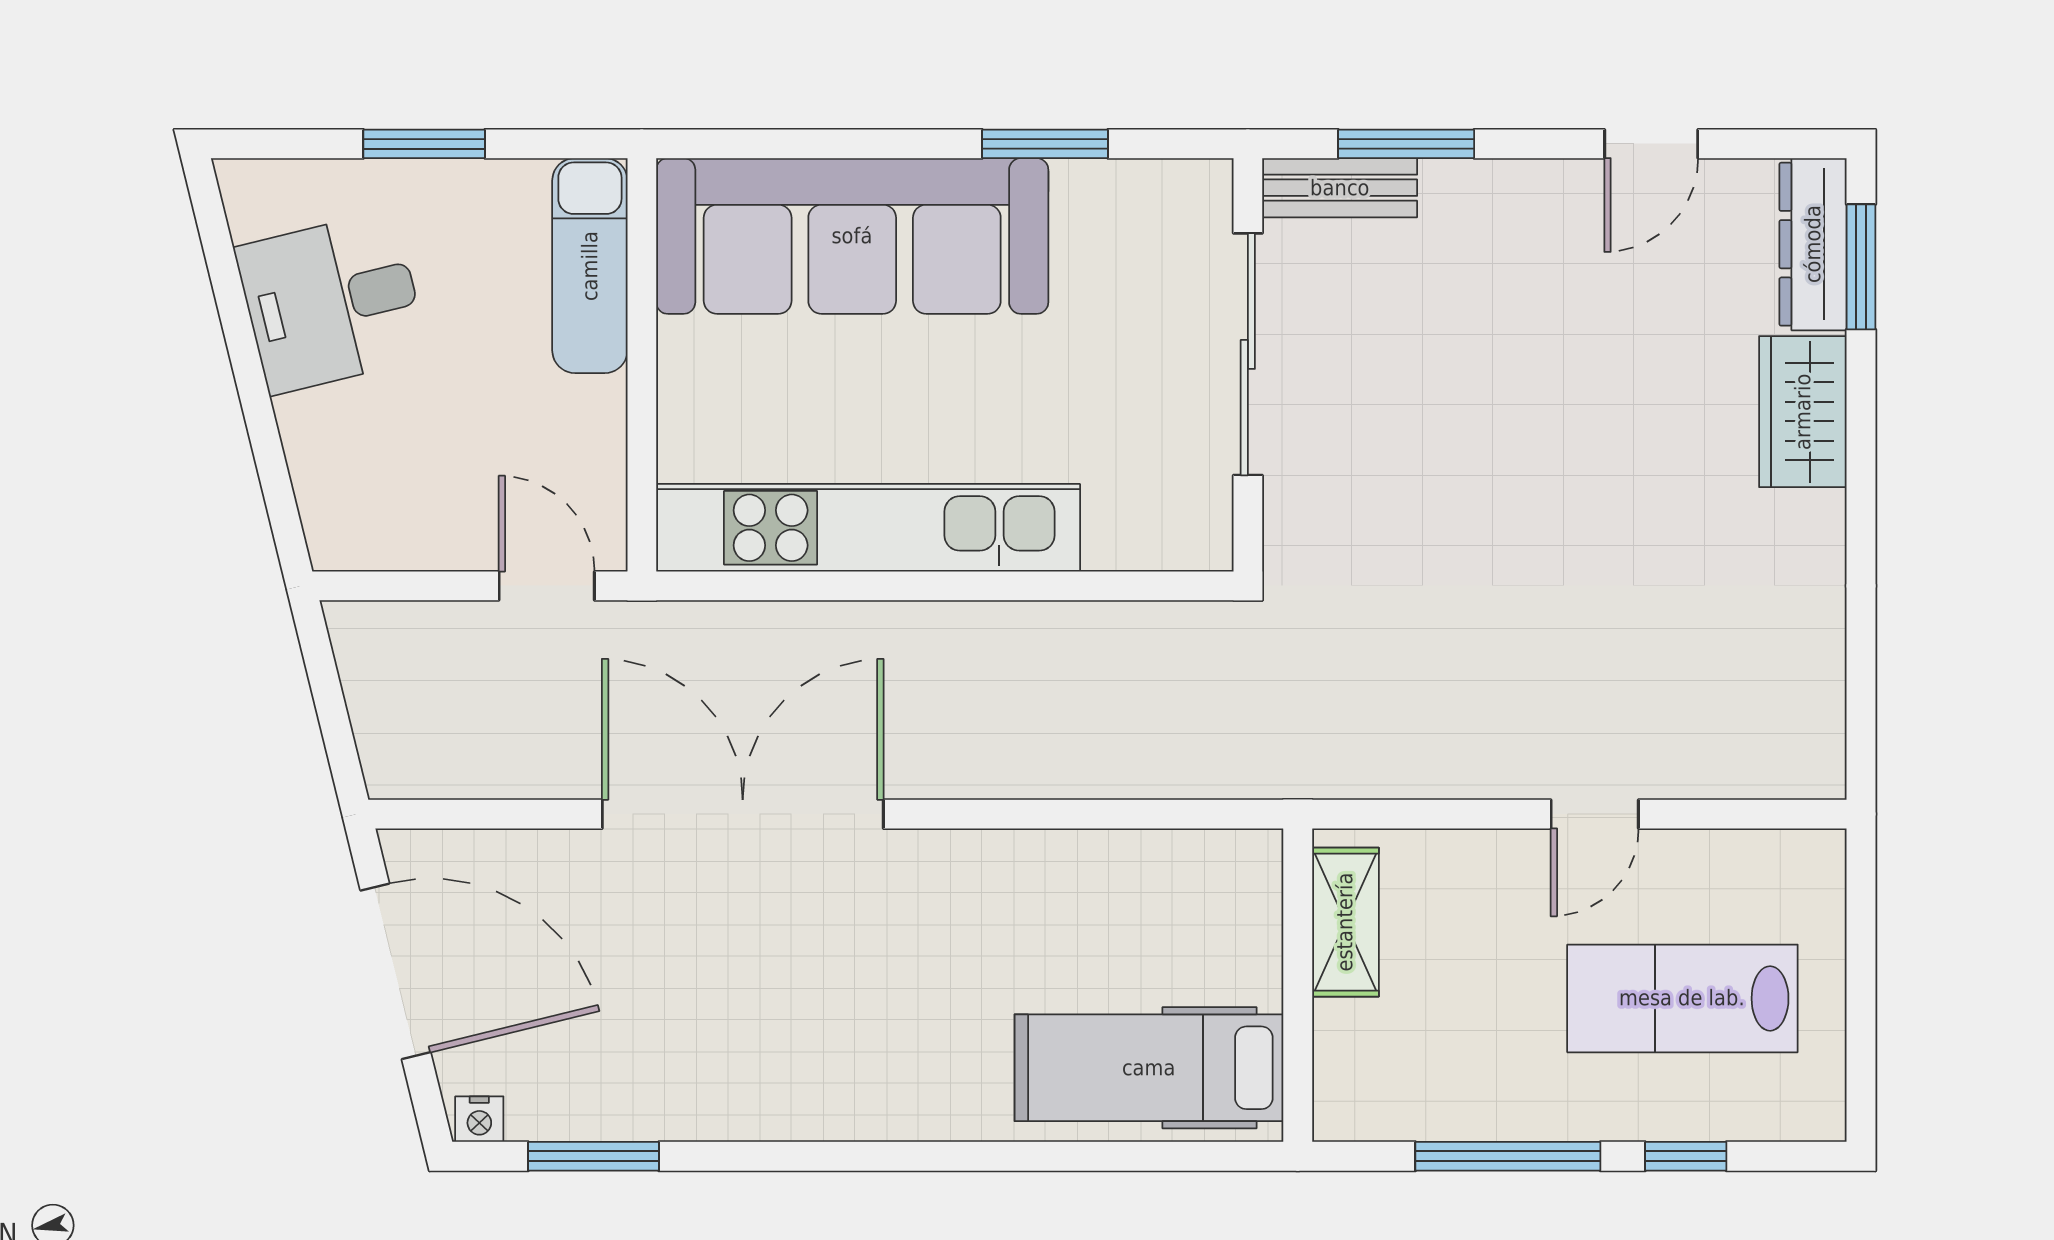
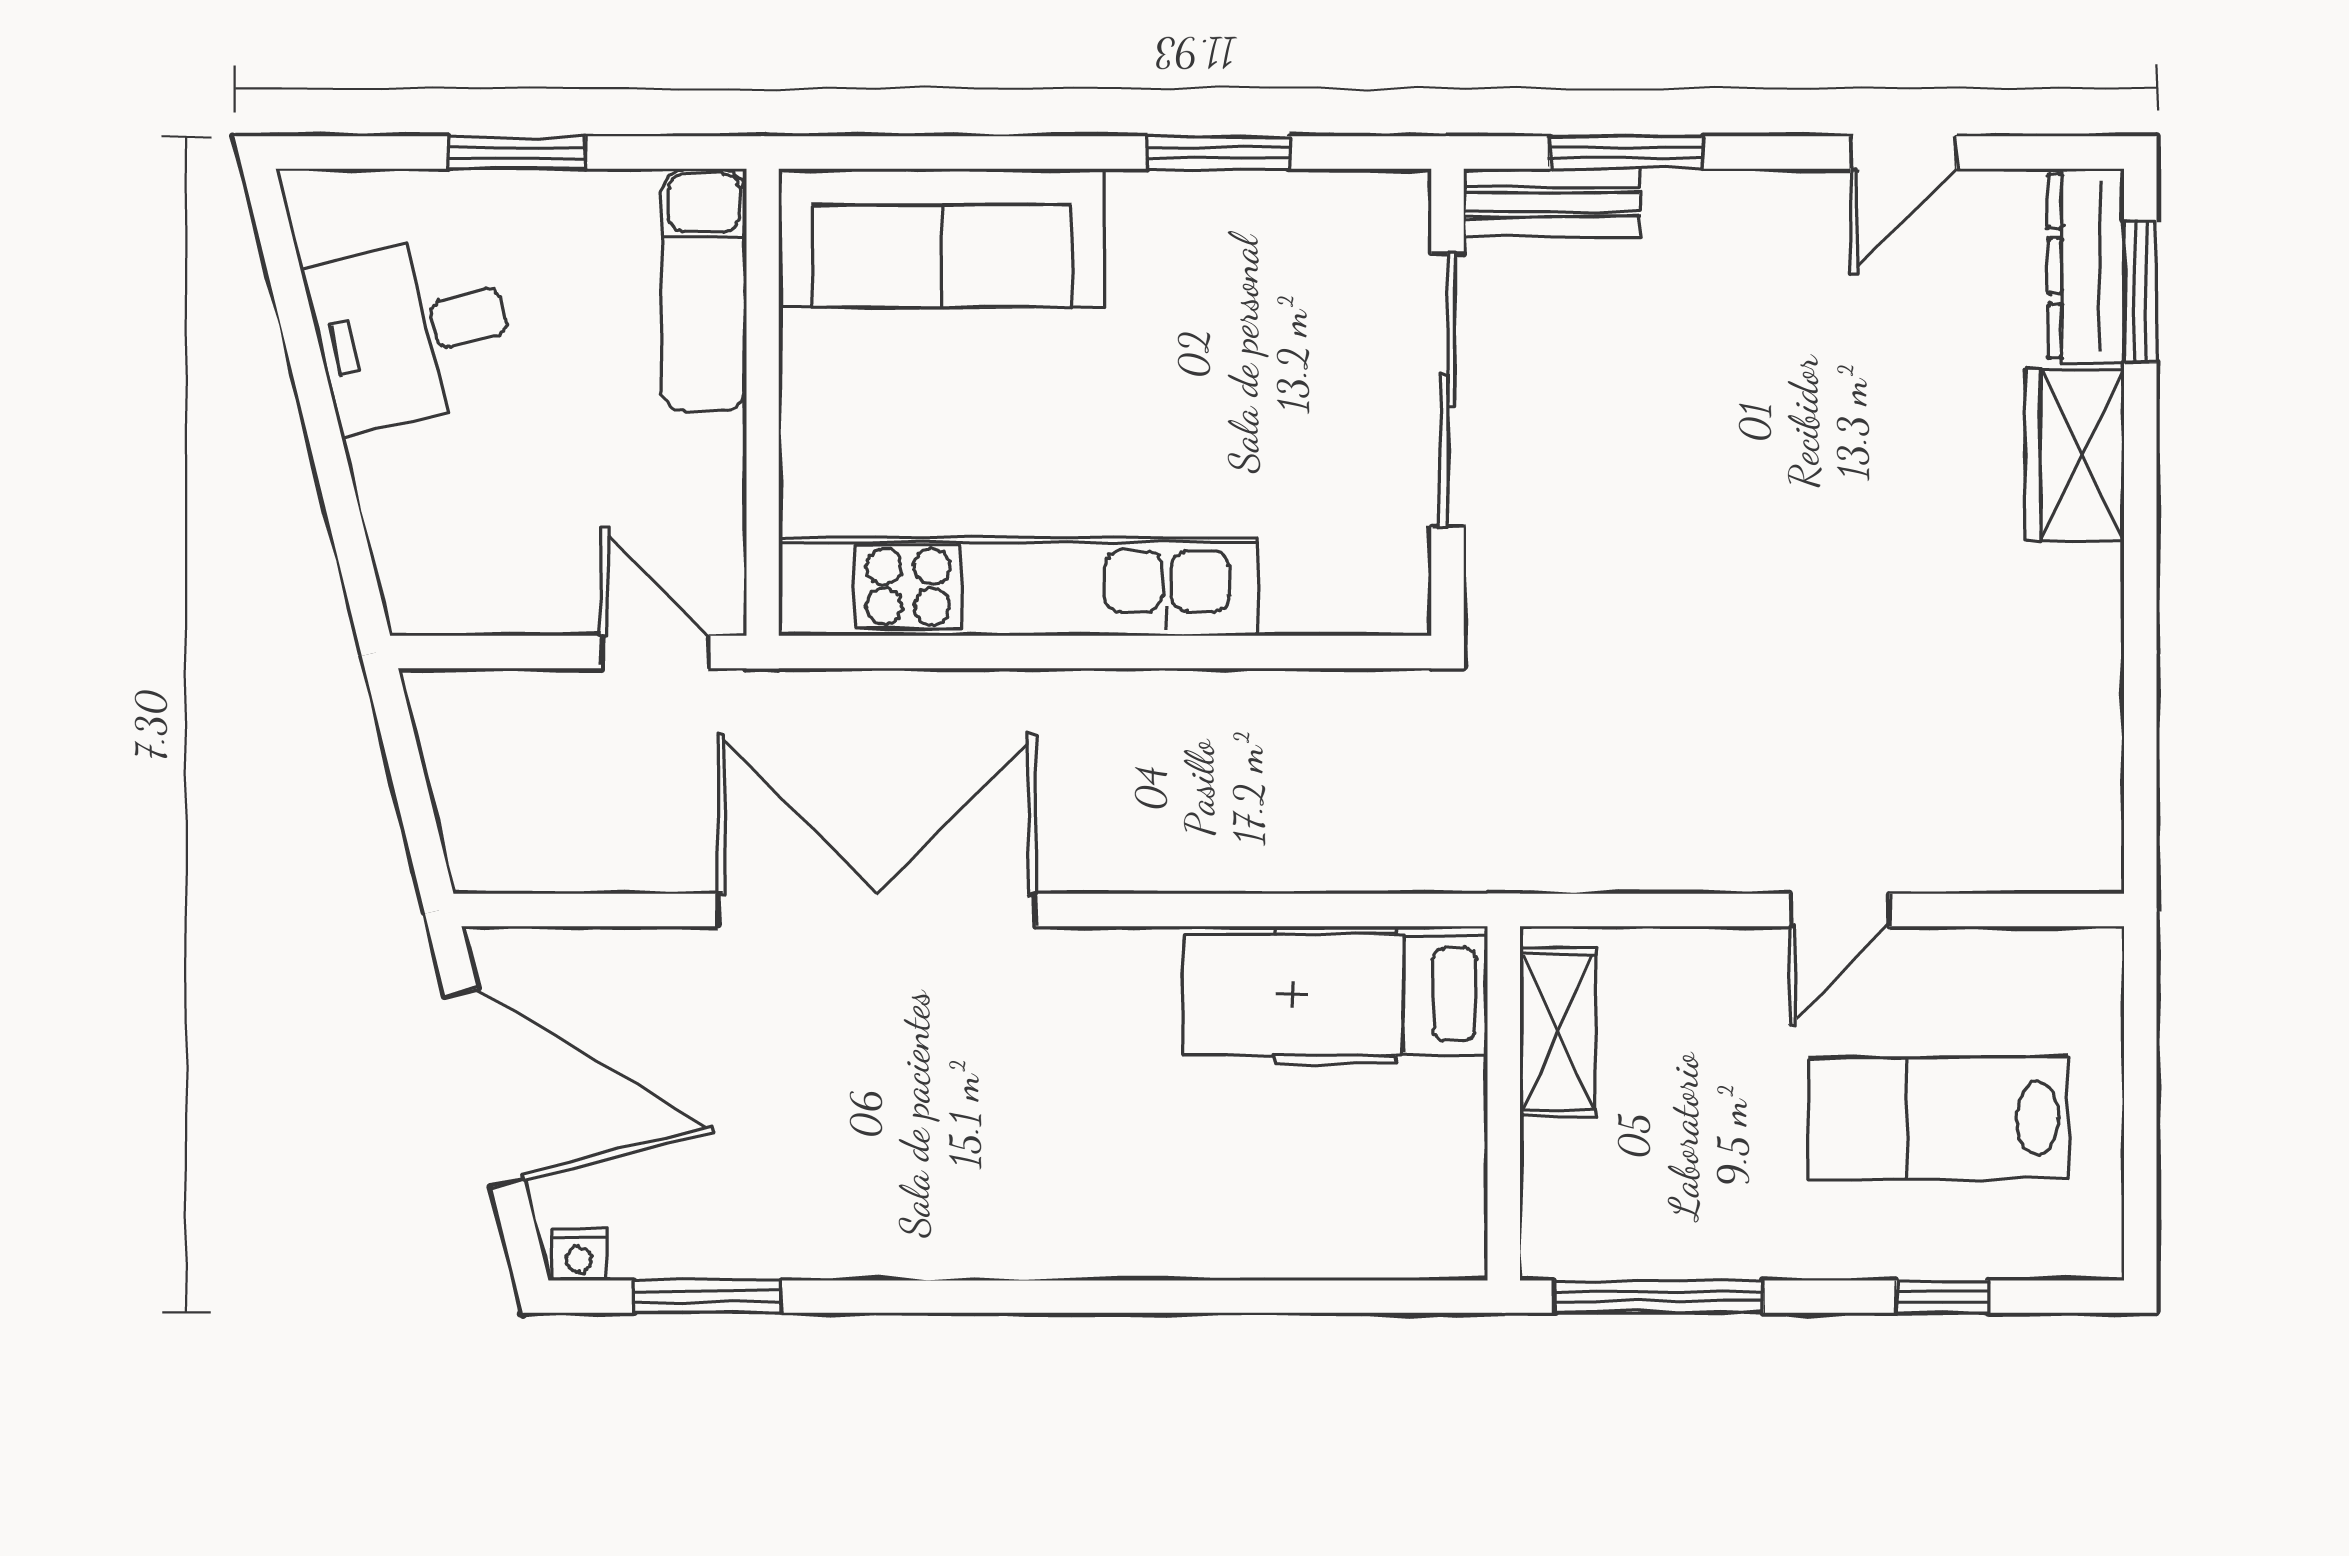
sofa: (852, 236) -> (942, 238), width x0.74, depth x0.79
hospital bed: (1149, 1068) -> (1336, 995), moved
window: (1508, 1156) -> (1659, 1297), moved

